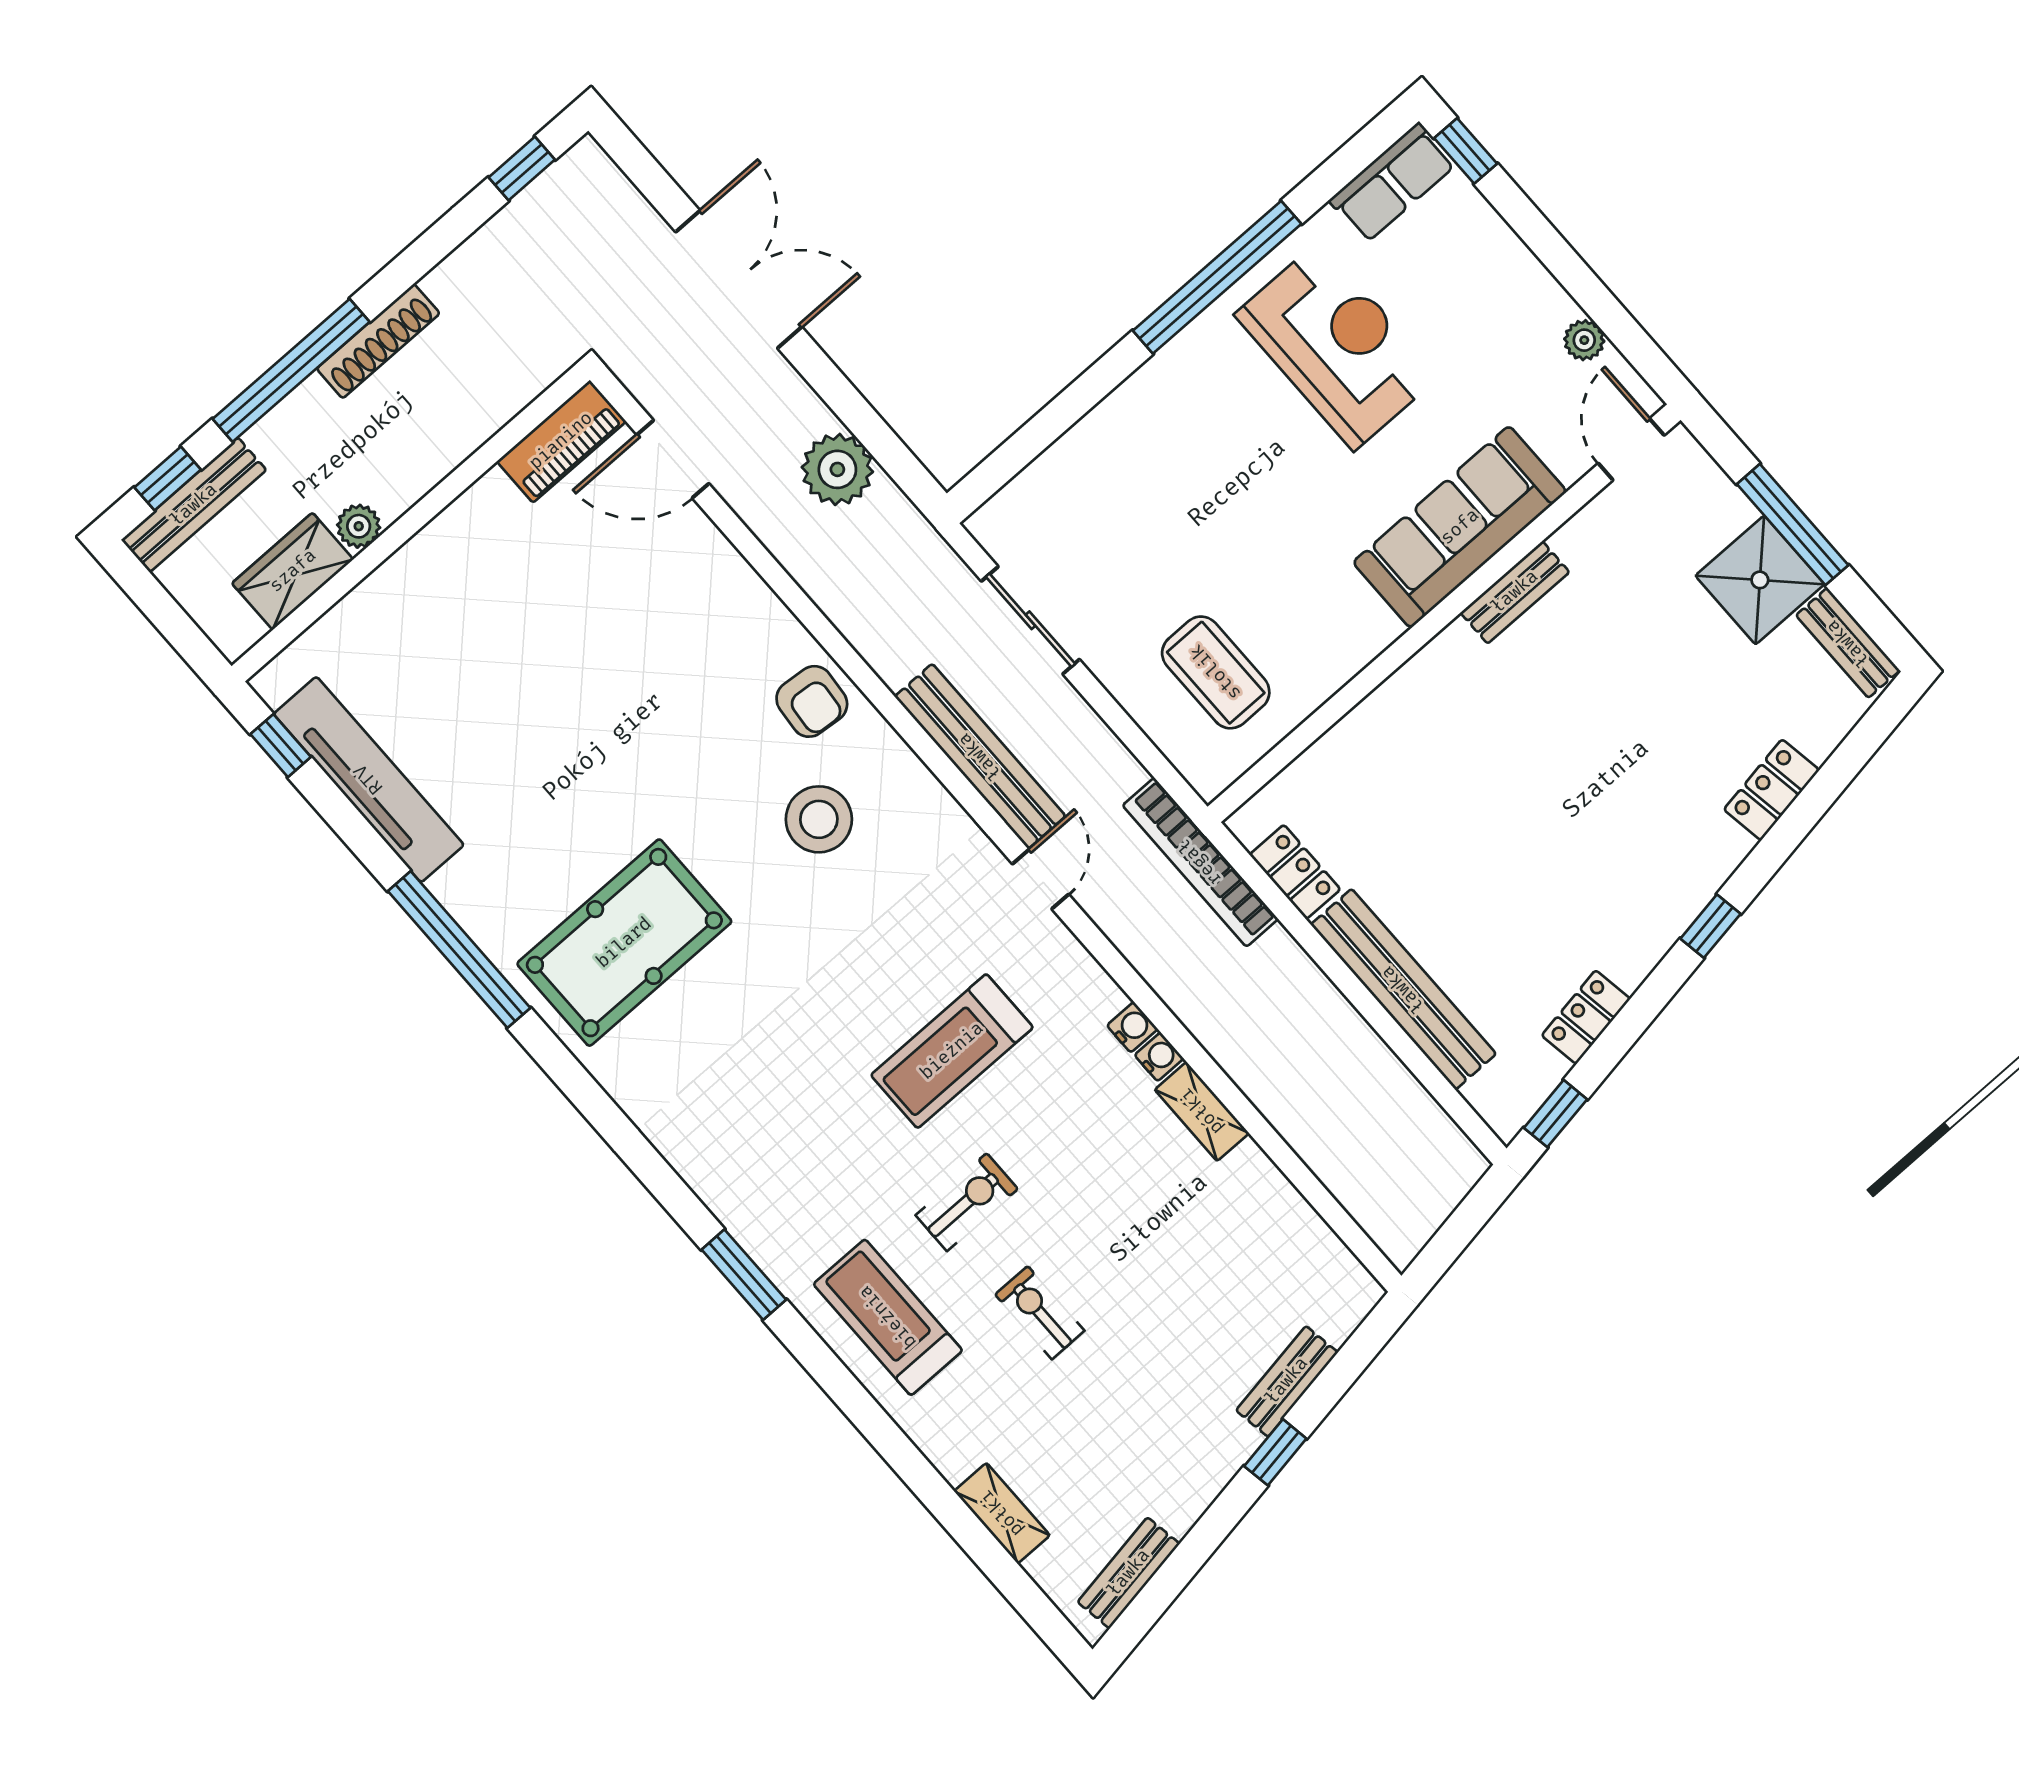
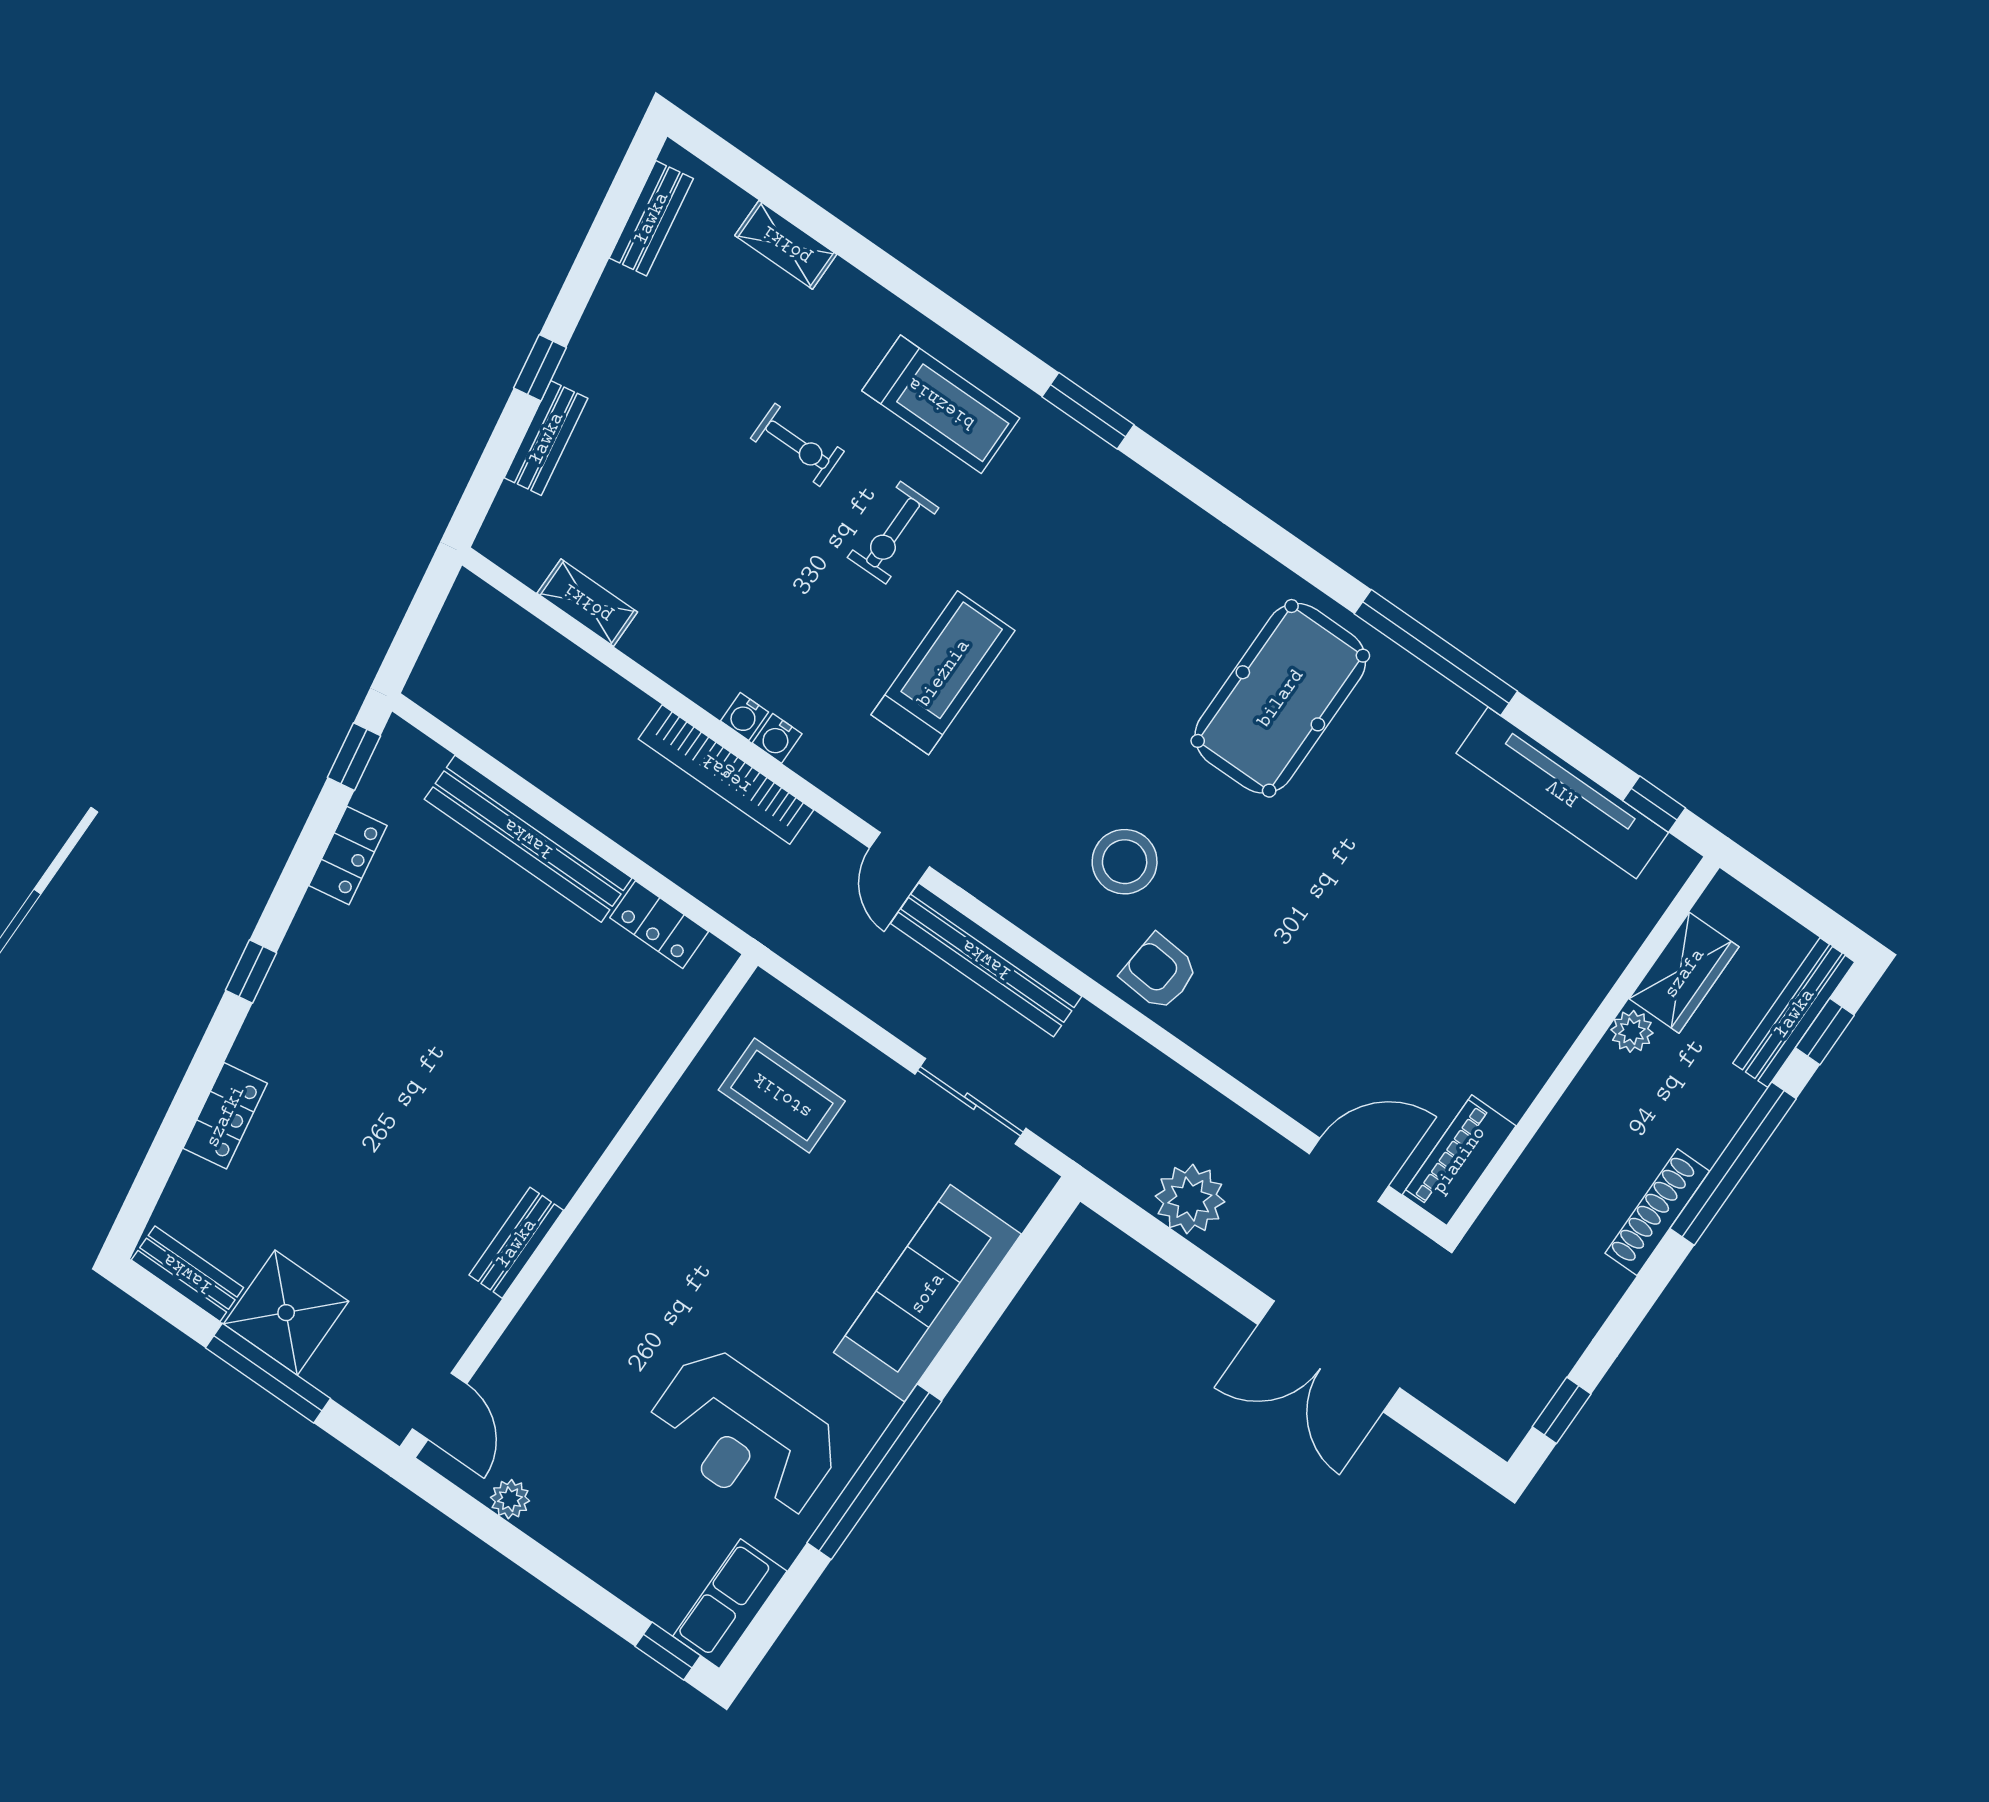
sofa: (1460, 527) -> (927, 1293), moved, turned 180
bookcase: (1200, 862) -> (726, 774), moved, turned 180
shelving: (1202, 1111) -> (587, 603), moved

